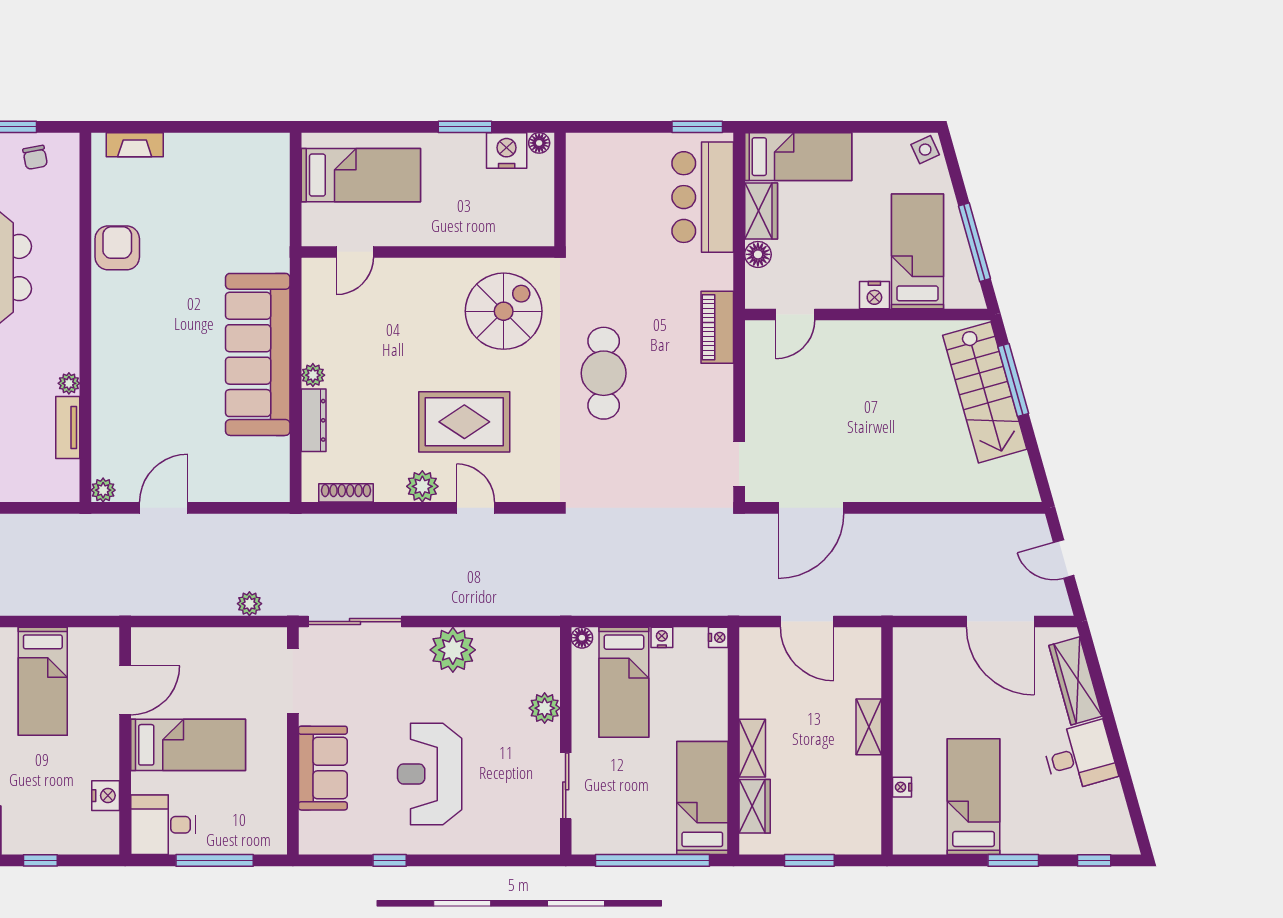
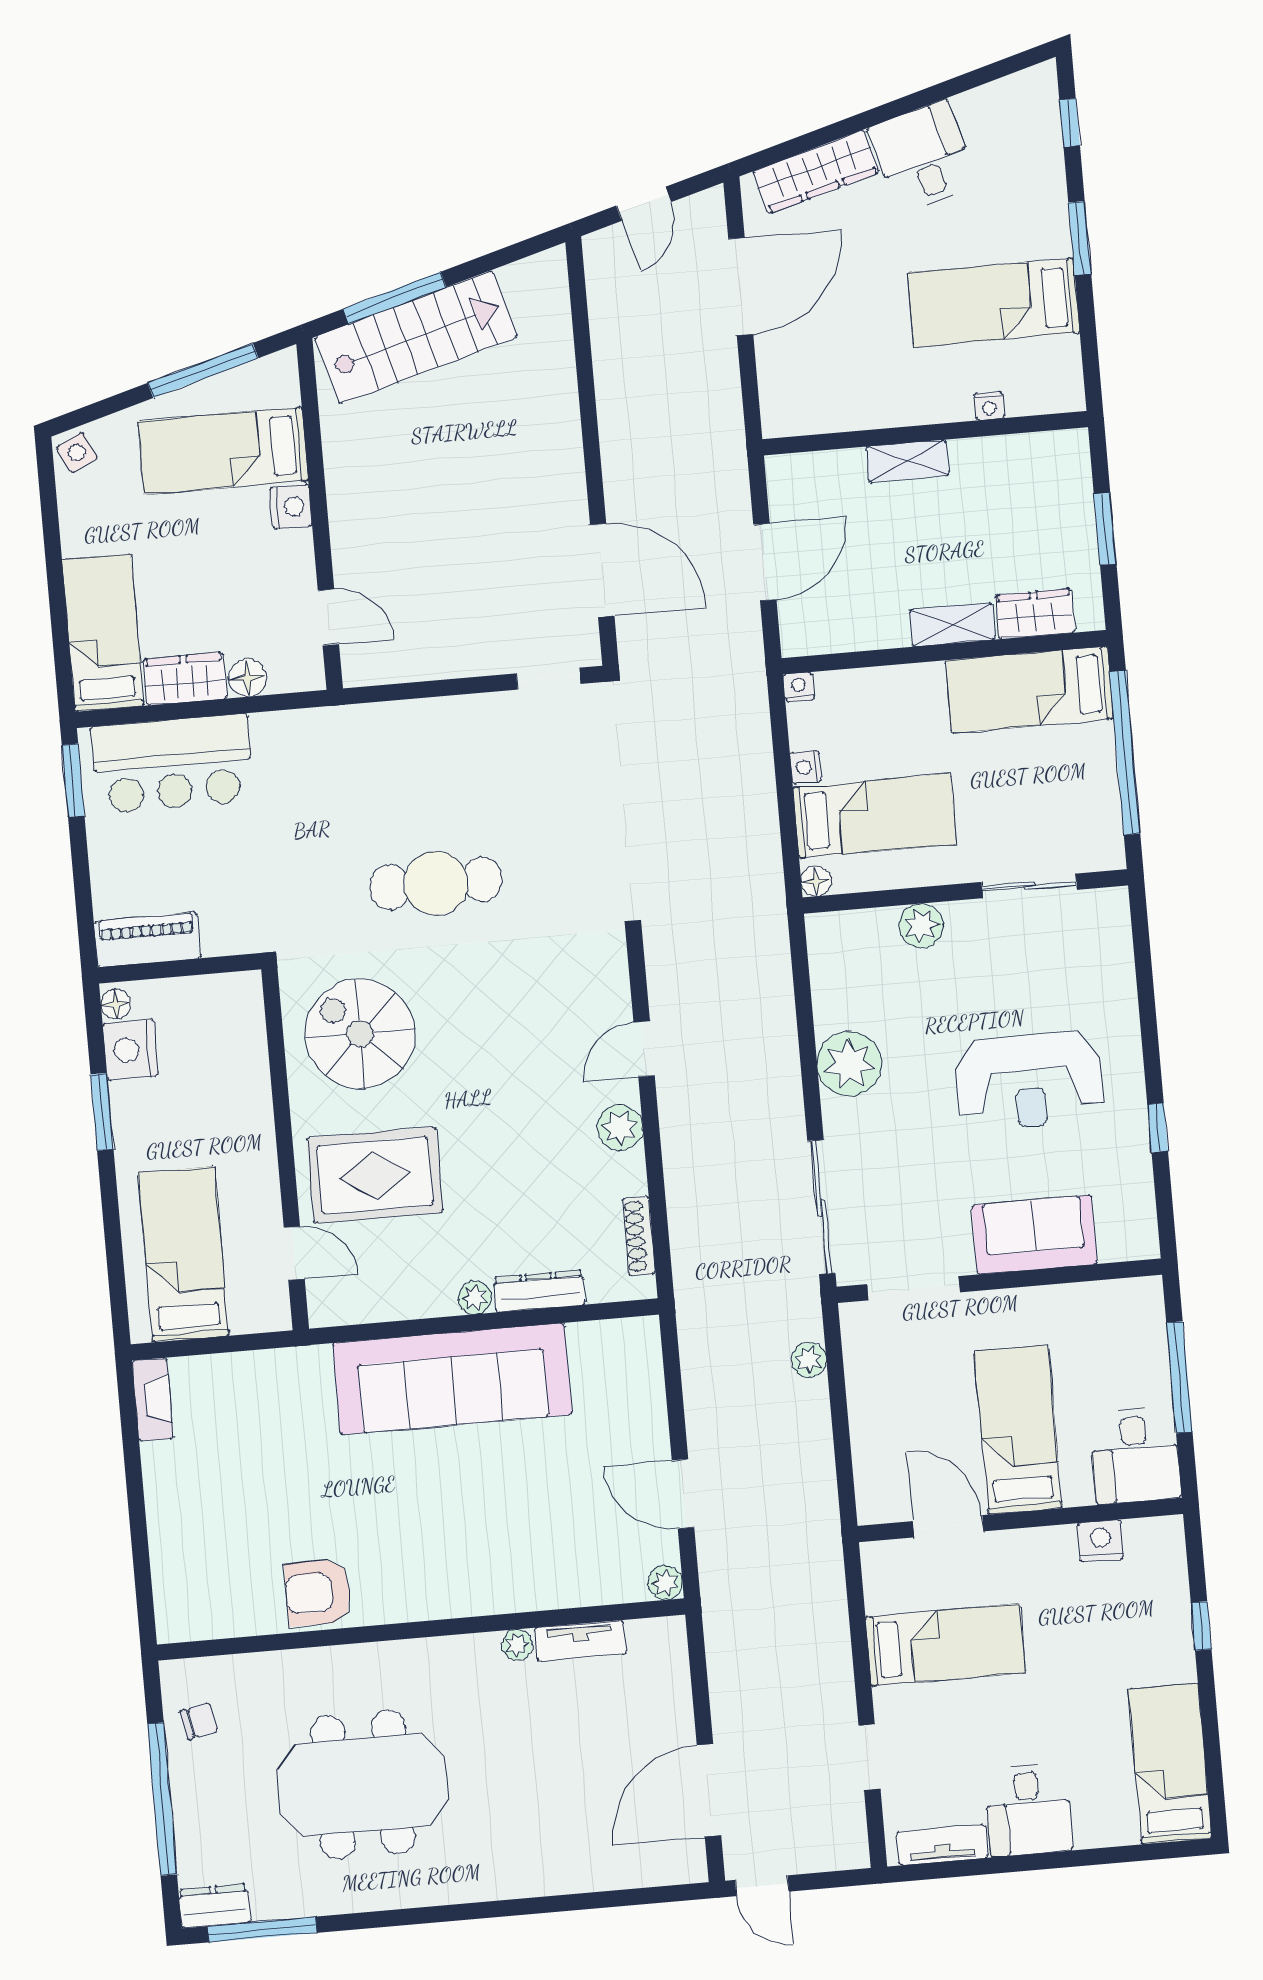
fireplace: (135, 145) -> (153, 1400), moved
piano: (717, 327) -> (147, 940), moved, turned 180
rug: (464, 422) -> (375, 1175), moved, turned 90

